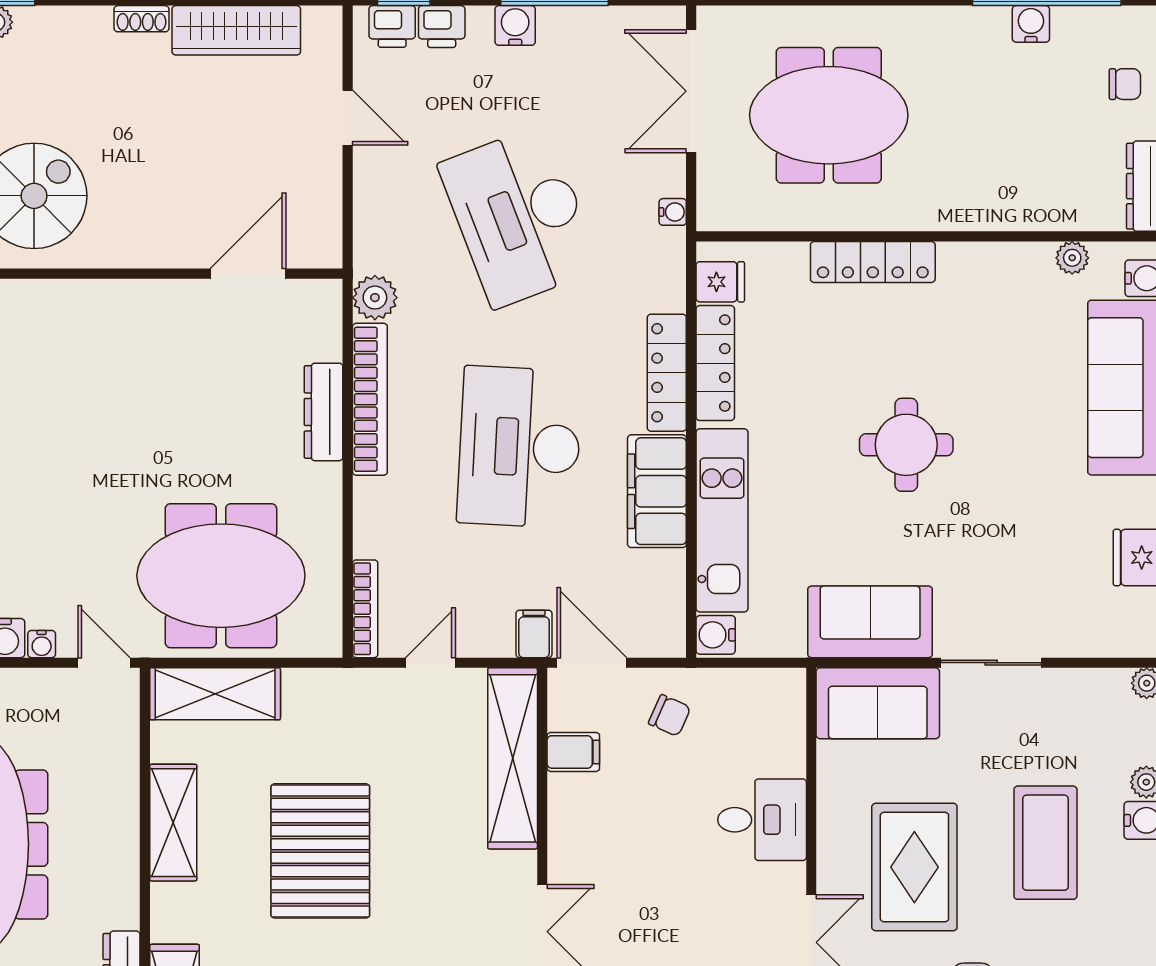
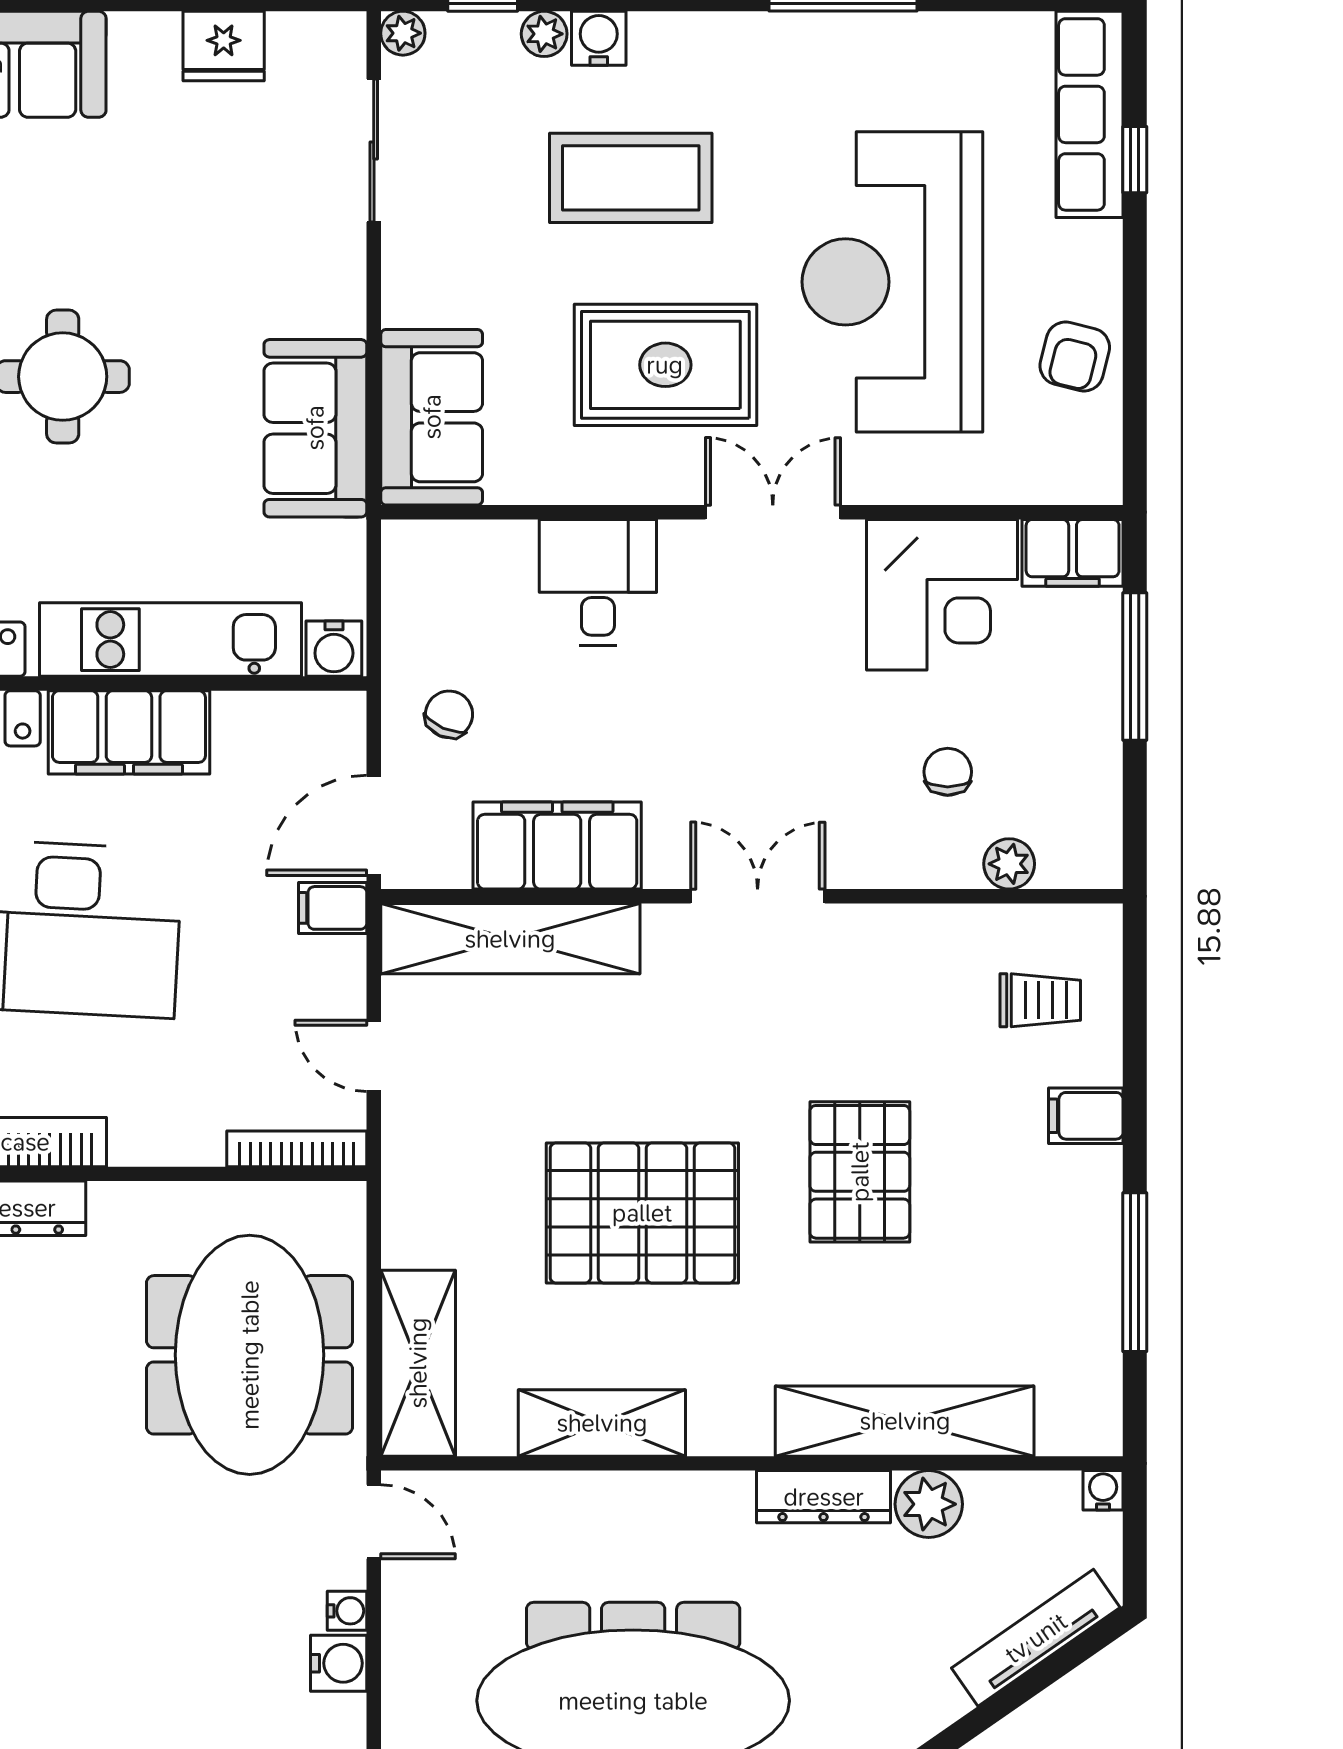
door: (104, 663) -> (374, 1522), swing flipped
sliding door: (991, 663) -> (374, 151), moved
filing cabinet: (573, 752) -> (557, 846), width x3.00, depth x1.17

